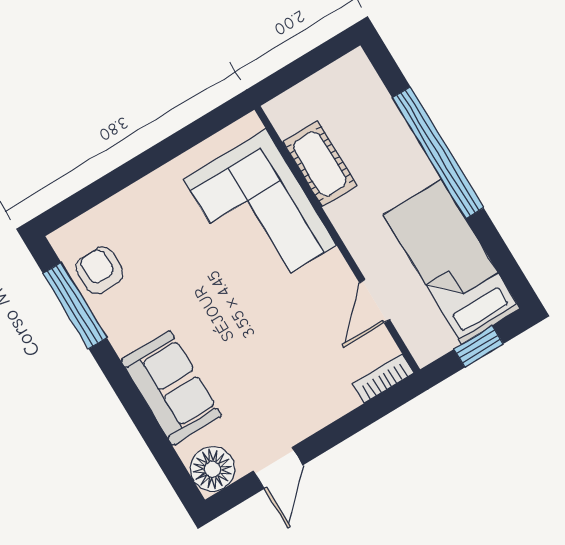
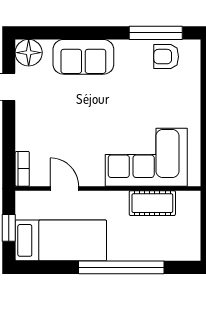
armchair: (100, 270) -> (166, 57), turned 180

